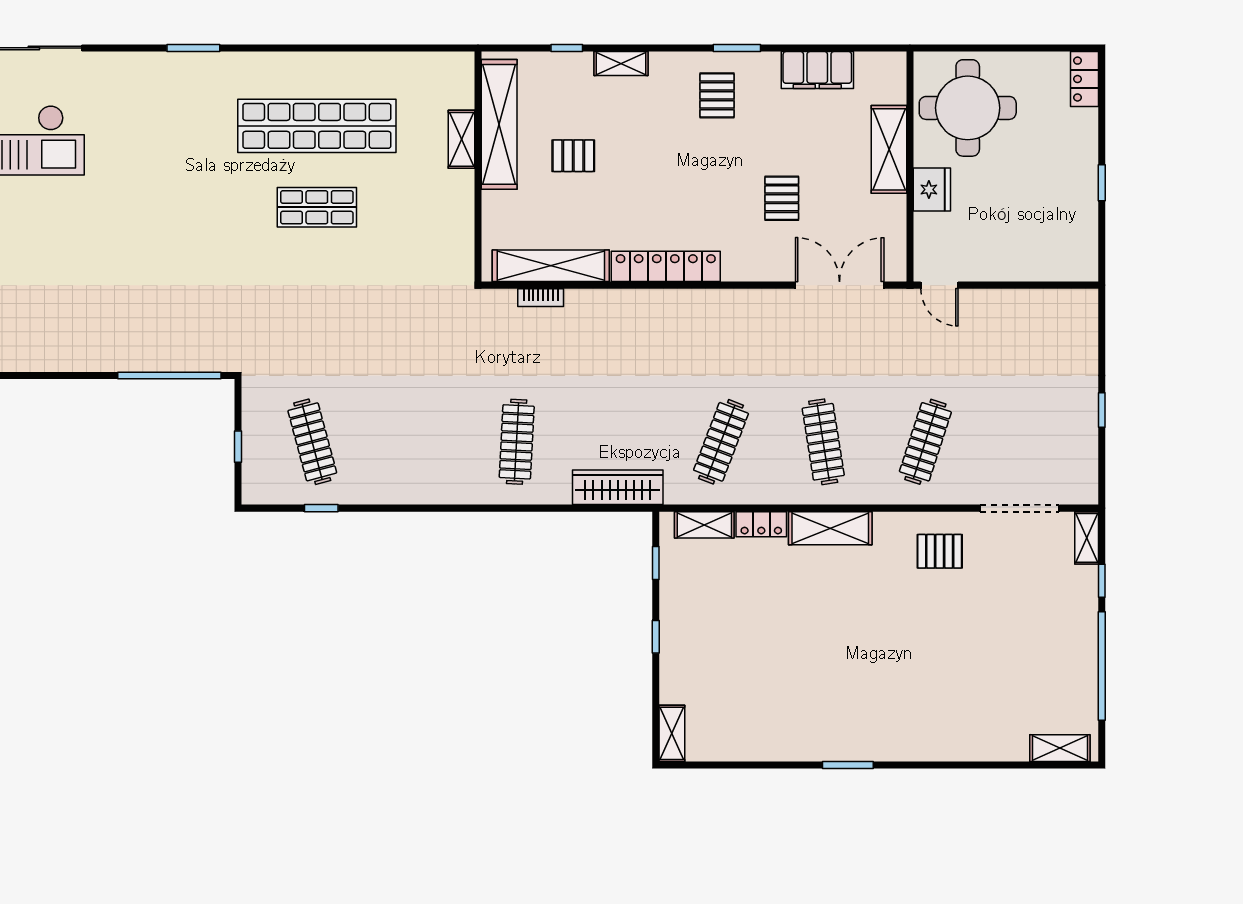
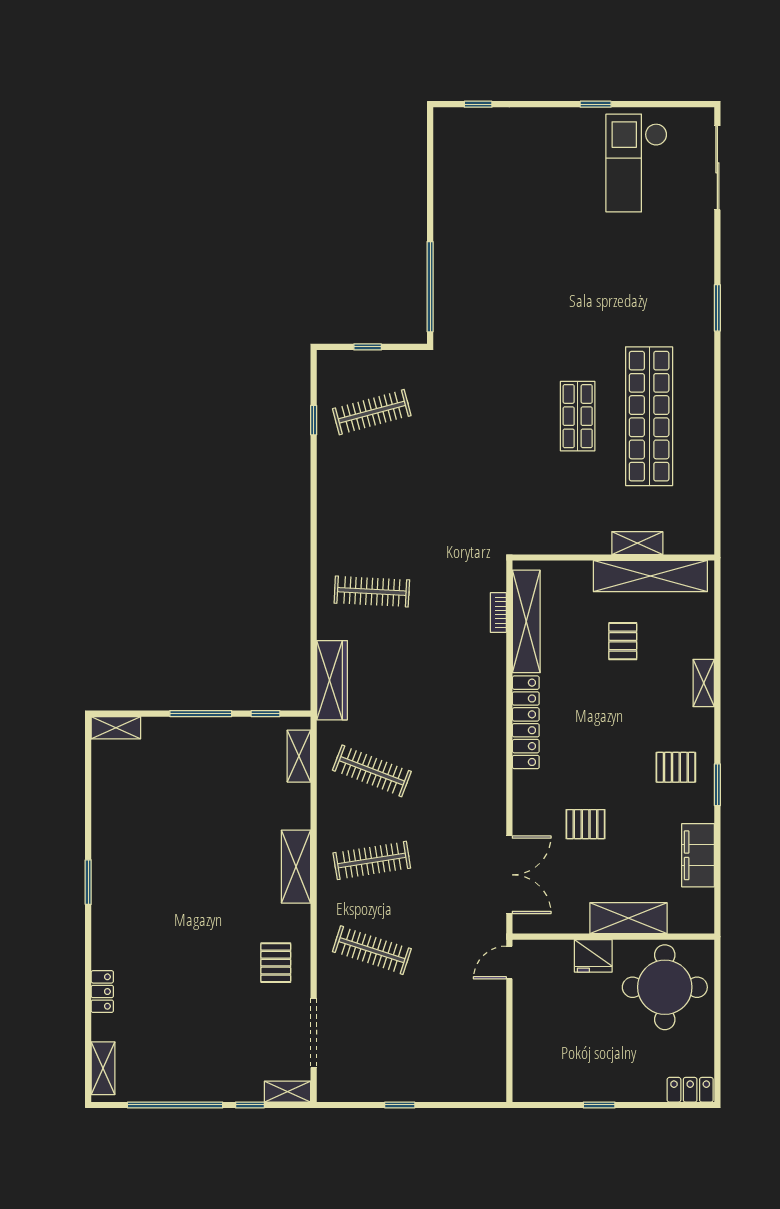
window: (567, 48) -> (717, 635), removed
locker: (761, 524) -> (102, 992), moved, turned 180
window: (656, 637) -> (201, 714), width x2.17

